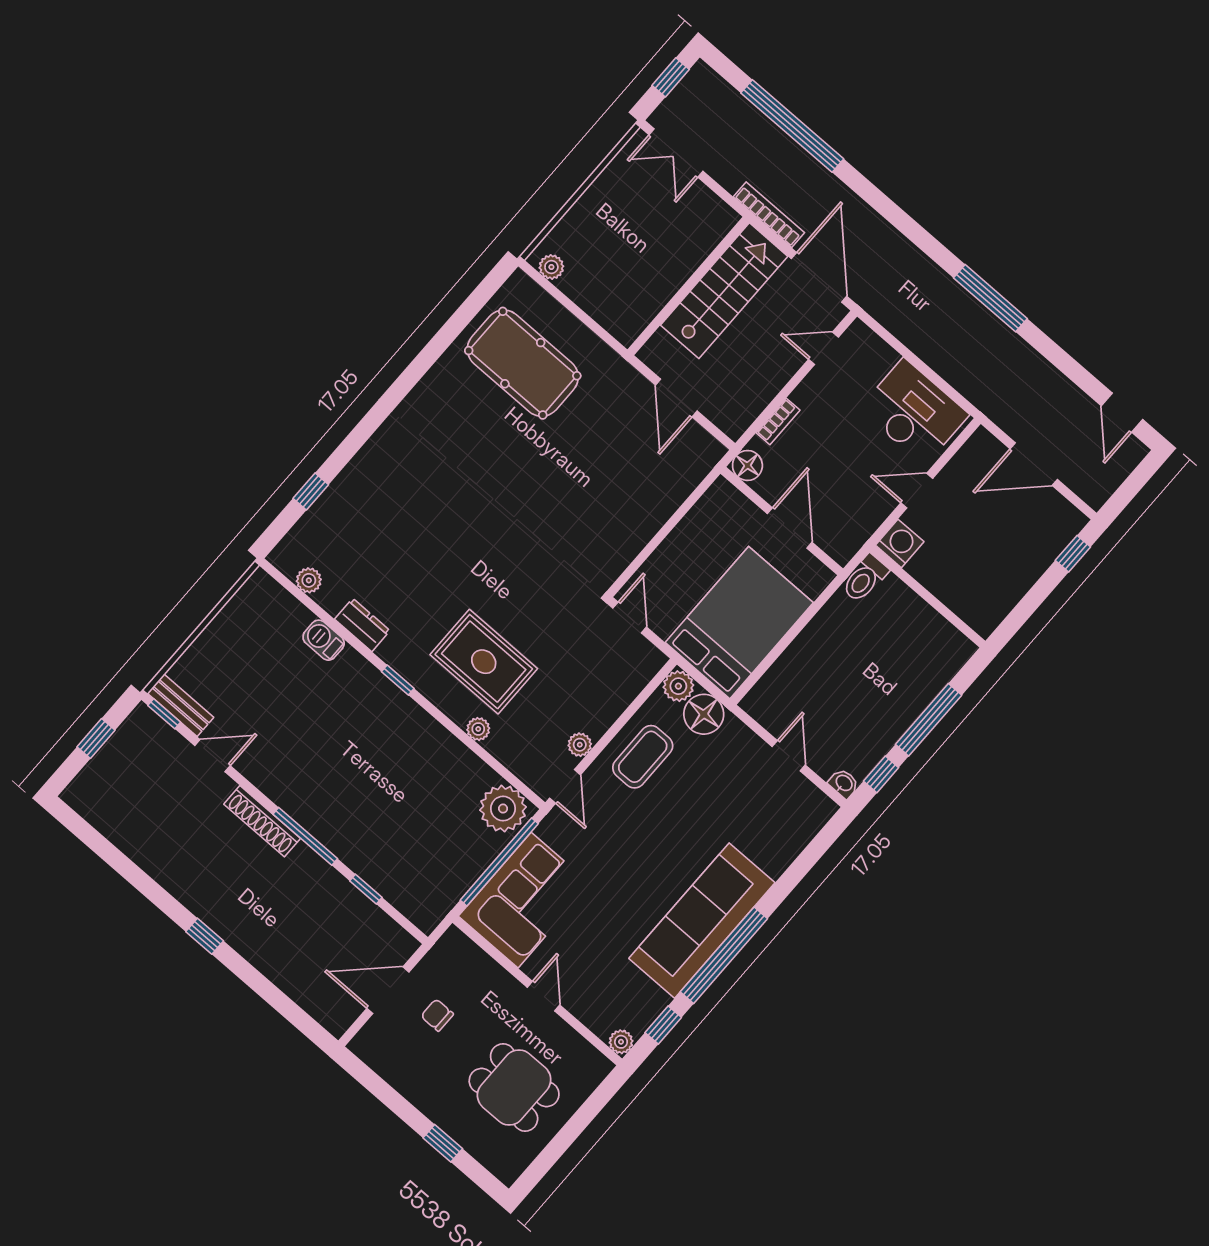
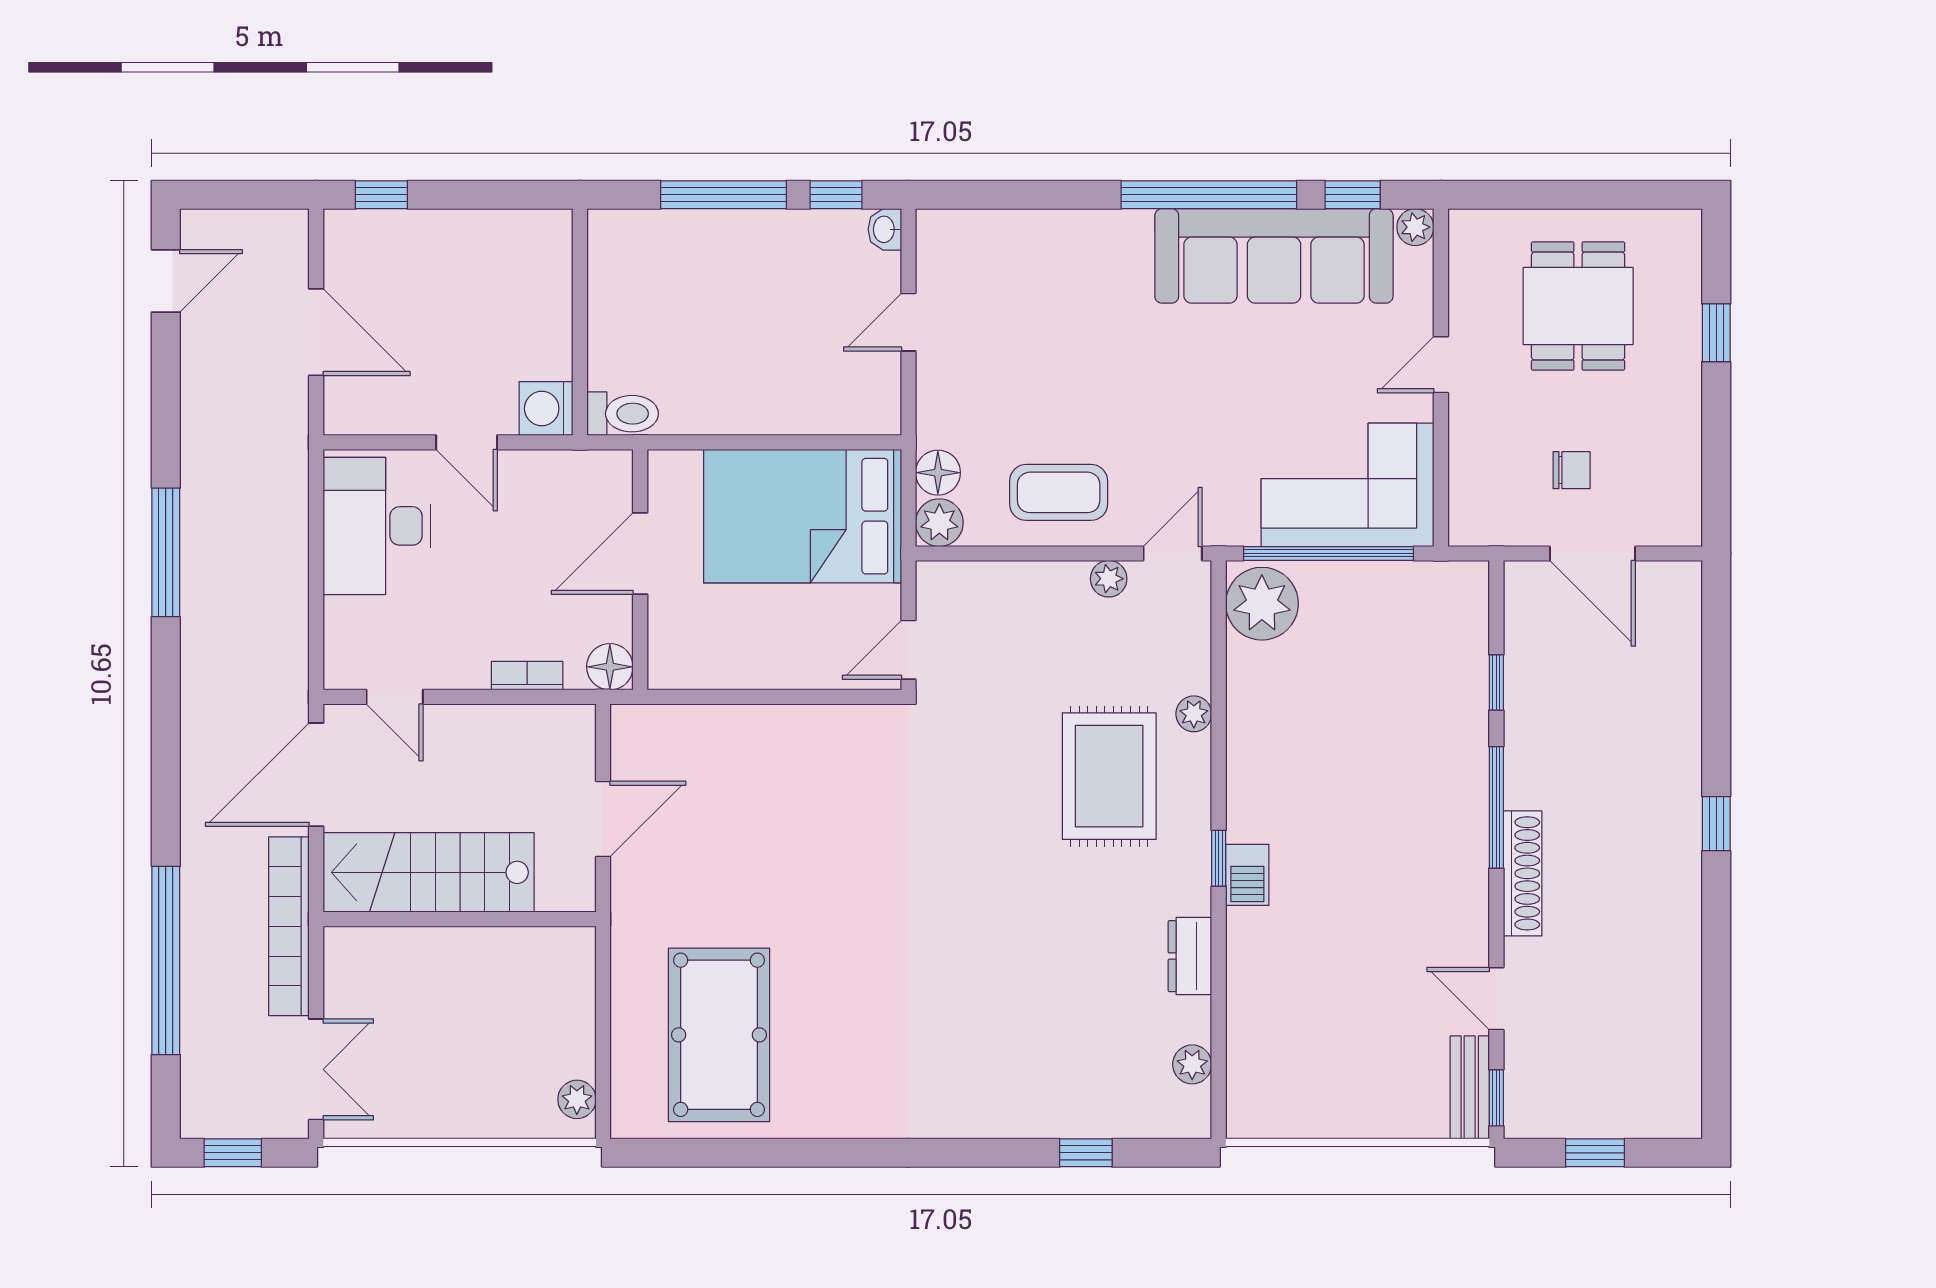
bookcase: (769, 215) -> (289, 926), width x1.48, depth x1.31
barbecue: (324, 640) -> (1247, 875), moved
floor lamp: (704, 714) -> (938, 473), width x0.73, depth x0.73
sofa: (702, 921) -> (1274, 256), moved
chair: (437, 1015) -> (1572, 470), turned -90

